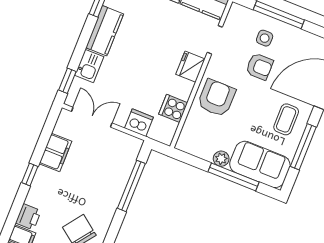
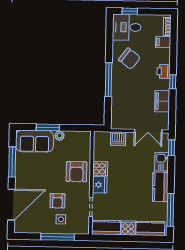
armchair: (259, 67) -> (57, 201), turned -90
cooker: (173, 108) -> (100, 169), moved
coffee table: (286, 119) -> (29, 175), removed
window: (233, 177) -> (48, 127), width x0.69
window: (131, 186) -> (108, 80), moved
printer: (28, 217) -> (164, 71), moved

